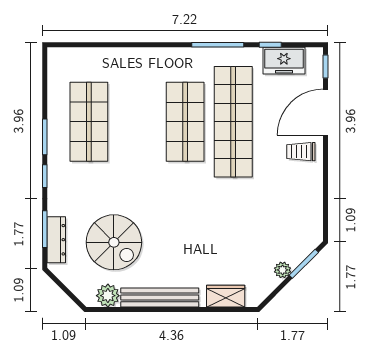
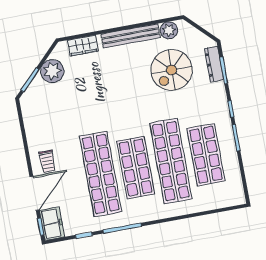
freezer: (284, 61) -> (52, 224), moved, turned 90
shop shelf: (137, 122) -> (171, 161), added
trolley: (301, 152) -> (47, 161), turned 90
spiral stairs: (114, 242) -> (172, 70), turned -90
plant: (283, 270) -> (52, 71), width x1.88, depth x1.88

